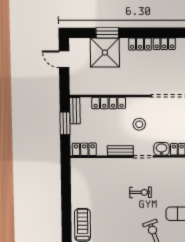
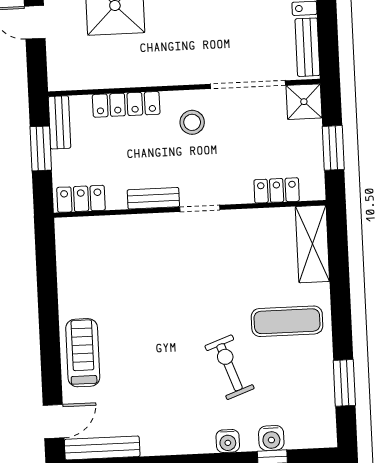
stool: (139, 124) -> (192, 122), moved
washbasin: (162, 149) -> (236, 191), removed
exercise bike: (140, 192) -> (198, 281), removed

